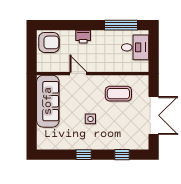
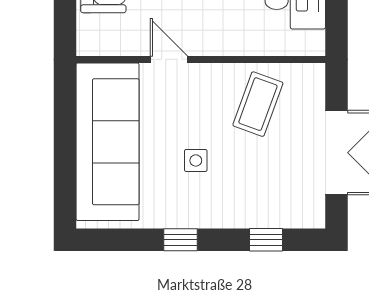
coffee table: (118, 94) -> (258, 104), turned -70
sofa: (48, 101) -> (108, 142), width x1.36, depth x1.27

